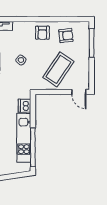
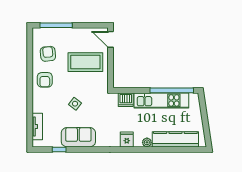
armchair: (42, 33) -> (45, 80), turned 90
coffee table: (58, 69) -> (85, 62), turned -34
door: (79, 92) -> (110, 39), swing flipped

